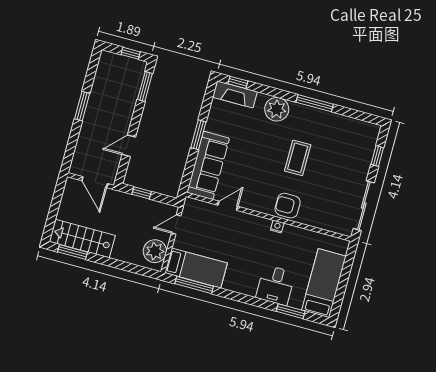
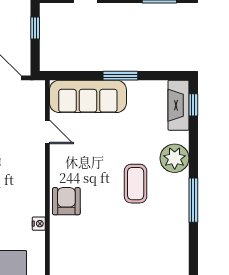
coffee table: (298, 158) -> (136, 184), moved, turned 90
nightstand: (277, 227) -> (39, 224), moved

